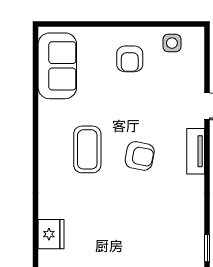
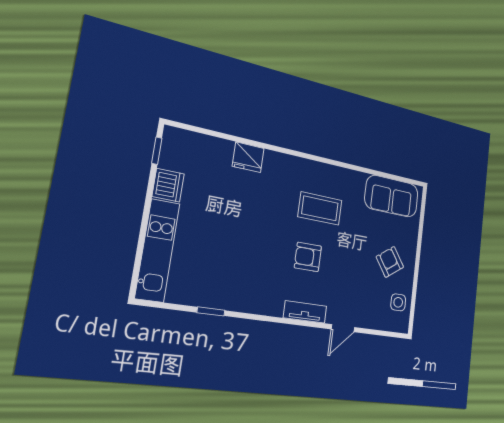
armchair: (130, 59) -> (390, 262), turned 55
armchair: (140, 156) -> (308, 257), turned 79

